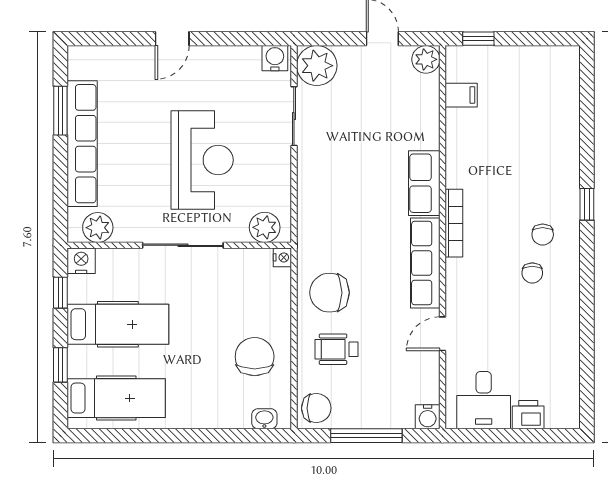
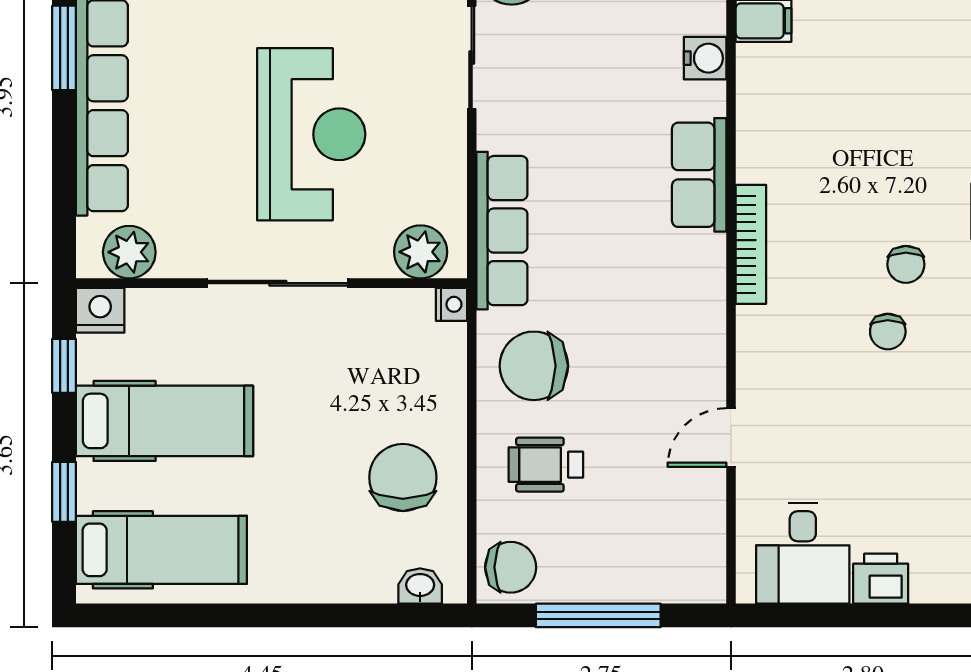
row of seats: (425, 263) -> (502, 231), moved, turned 180
water cooler: (428, 417) -> (705, 58), moved, turned -90

